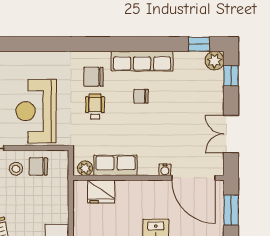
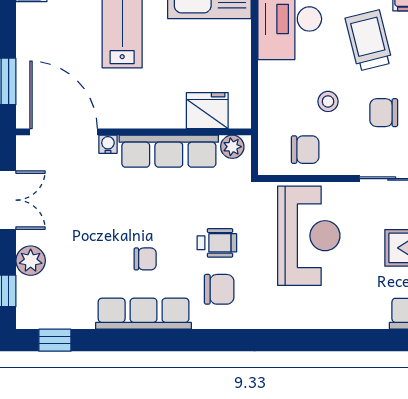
plant: (215, 61) -> (31, 261), moved
wheelchair: (95, 107) -> (217, 243), turned -90
row of seats: (116, 165) -> (169, 151), width x1.48
stool: (16, 169) -> (328, 101), moved

